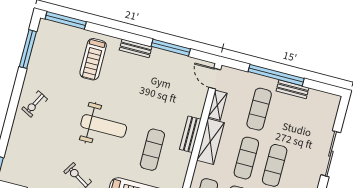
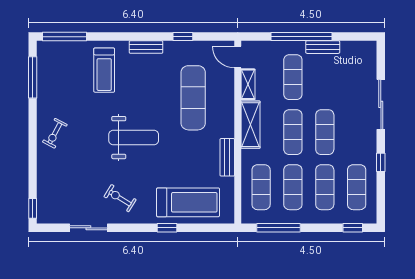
window: (171, 48) -> (183, 37), width x0.46
bench: (190, 134) -> (227, 157), moved
exercise mat: (152, 150) -> (193, 98), moved, width x1.36, depth x1.45

